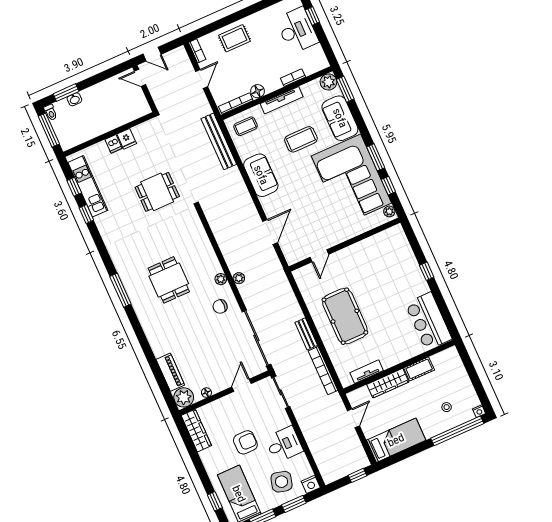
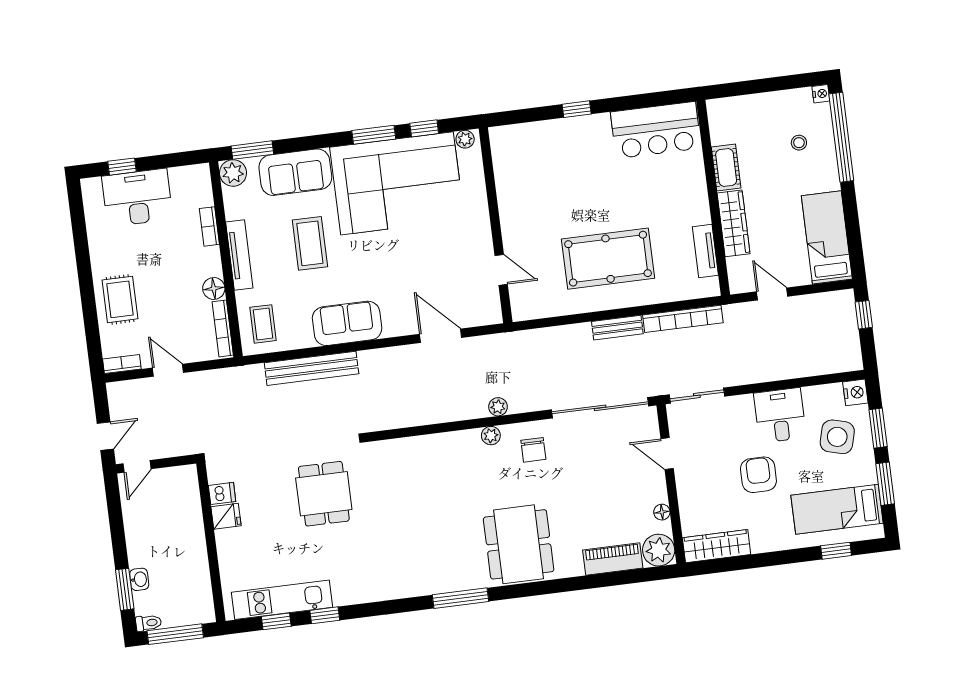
bench: (219, 141) -> (312, 368), moved
dishwasher: (114, 144) -> (222, 493), moved
dining table: (169, 280) -> (519, 544), moved, width x1.38

